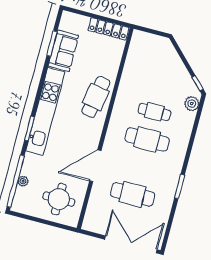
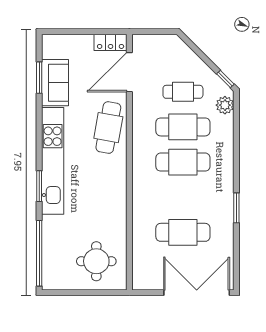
locker: (108, 29) -> (111, 42), width x0.66
cafe table: (162, 84) -> (183, 92), added
cafe table: (154, 112) -> (183, 127), width x1.37, depth x1.35
door: (95, 166) -> (129, 72), moved
plant: (23, 181) -> (48, 251), removed

